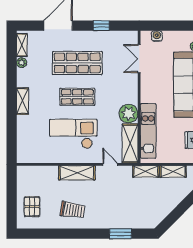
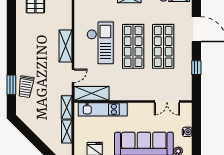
water cooler: (157, 36) -> (187, 132), moved
double door: (139, 59) -> (167, 101), swing flipped
shop shelf: (77, 97) -> (133, 46), width x1.43, depth x1.36
plant: (129, 114) -> (118, 92), removed
trolley: (73, 210) -> (26, 87), moved

